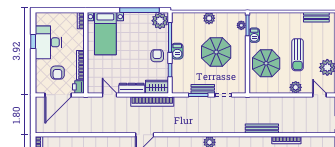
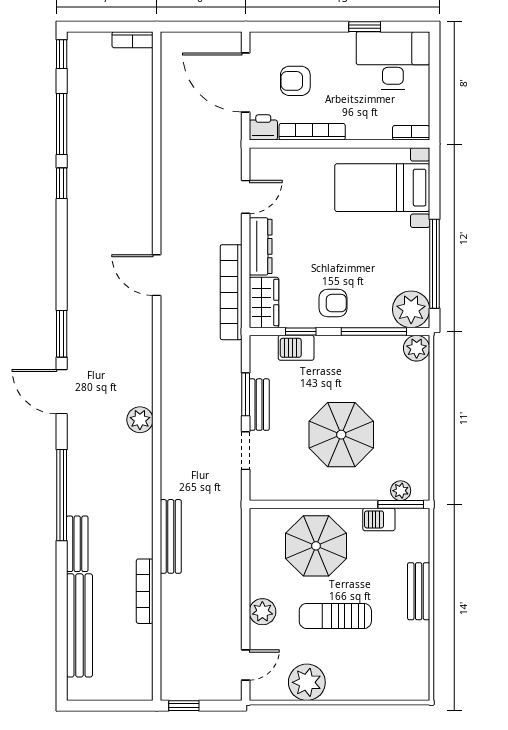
bench: (316, 17) -> (419, 591), moved
plant: (209, 18) -> (417, 348), moved
desk: (48, 42) -> (393, 60), moved
barbecue: (177, 51) -> (296, 348), moved

